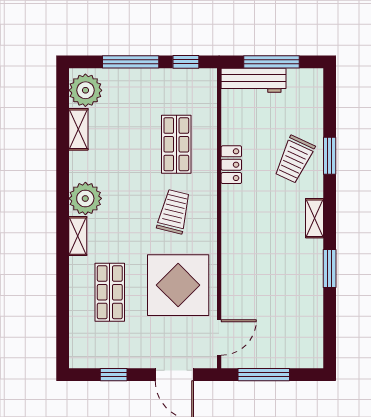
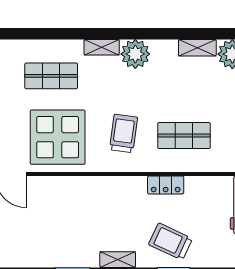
trolley: (174, 212) -> (124, 133), turned -96

